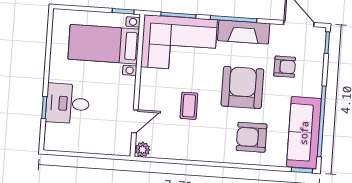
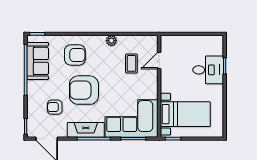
armchair: (242, 87) -> (84, 90), turned 90
coffee table: (189, 106) -> (131, 63), moved
sofa: (304, 133) -> (38, 61), width x0.73
plant: (142, 150) -> (111, 41), moved

